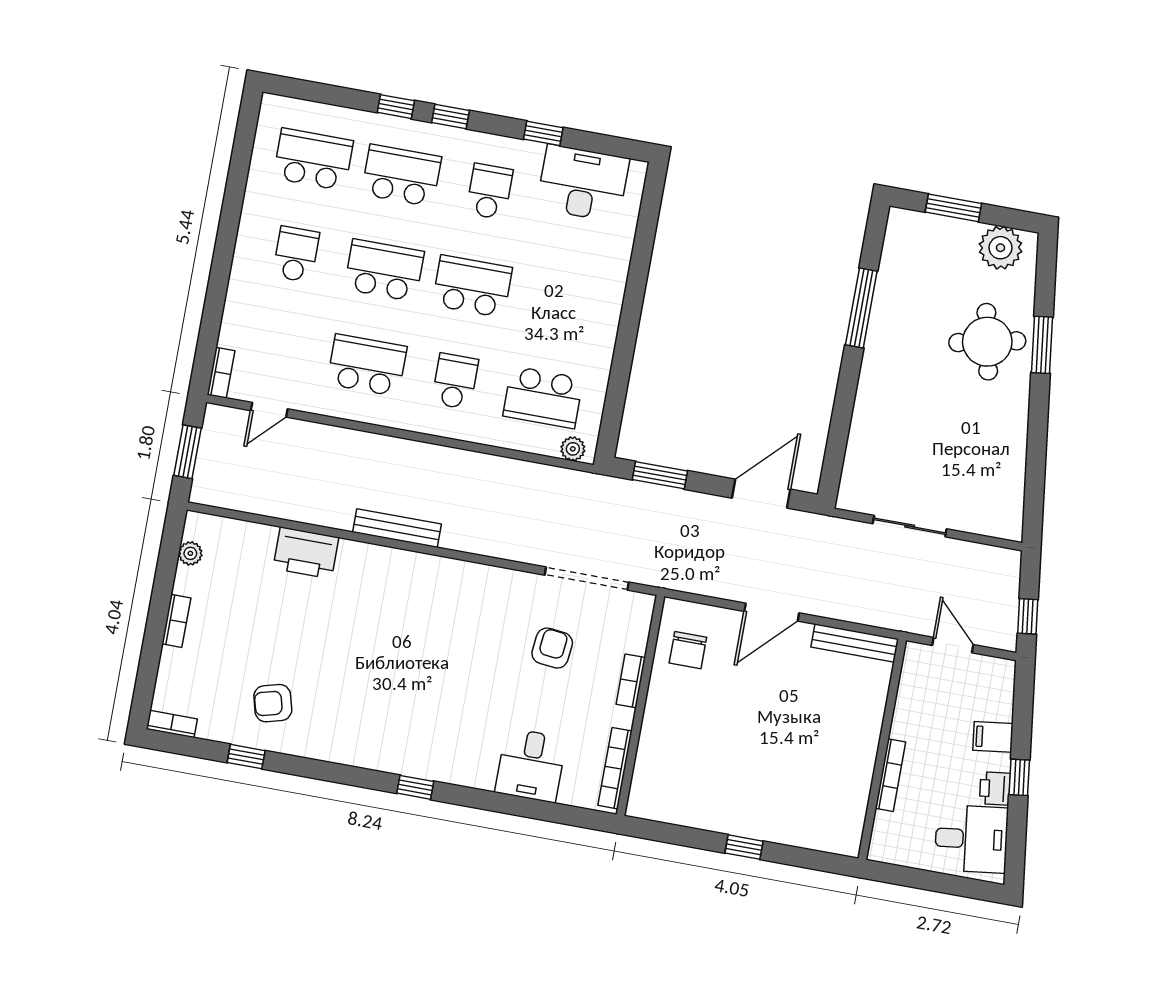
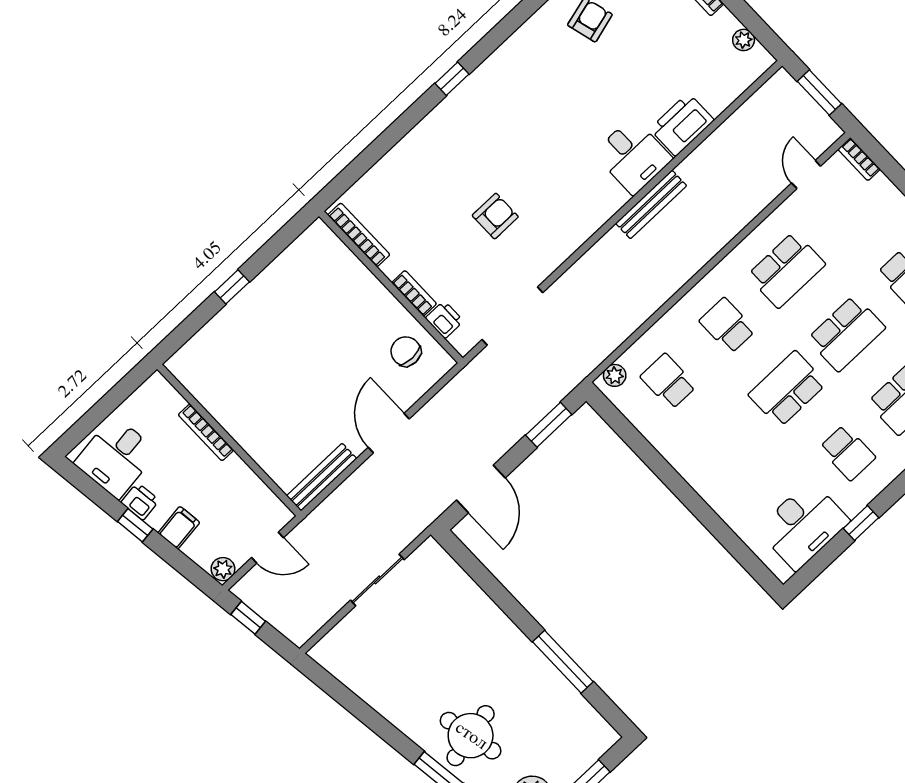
school desk: (472, 286) -> (787, 389), turned 180
school desk: (455, 381) -> (727, 326), turned 180
school desk: (543, 397) -> (668, 381), width x0.54
printer: (634, 637) -> (444, 320), added
armchair: (552, 648) -> (495, 216), moved, turned -96
plant: (1001, 671) -> (223, 569), added
desk: (531, 765) -> (633, 156), moved, turned 180

